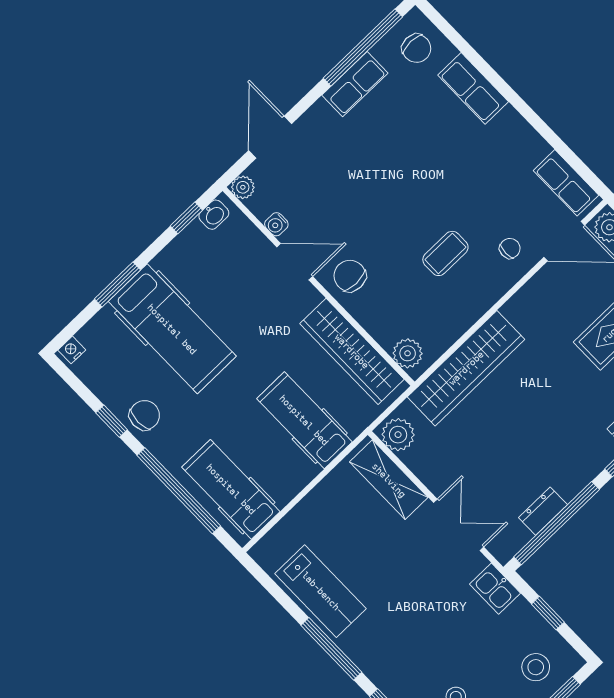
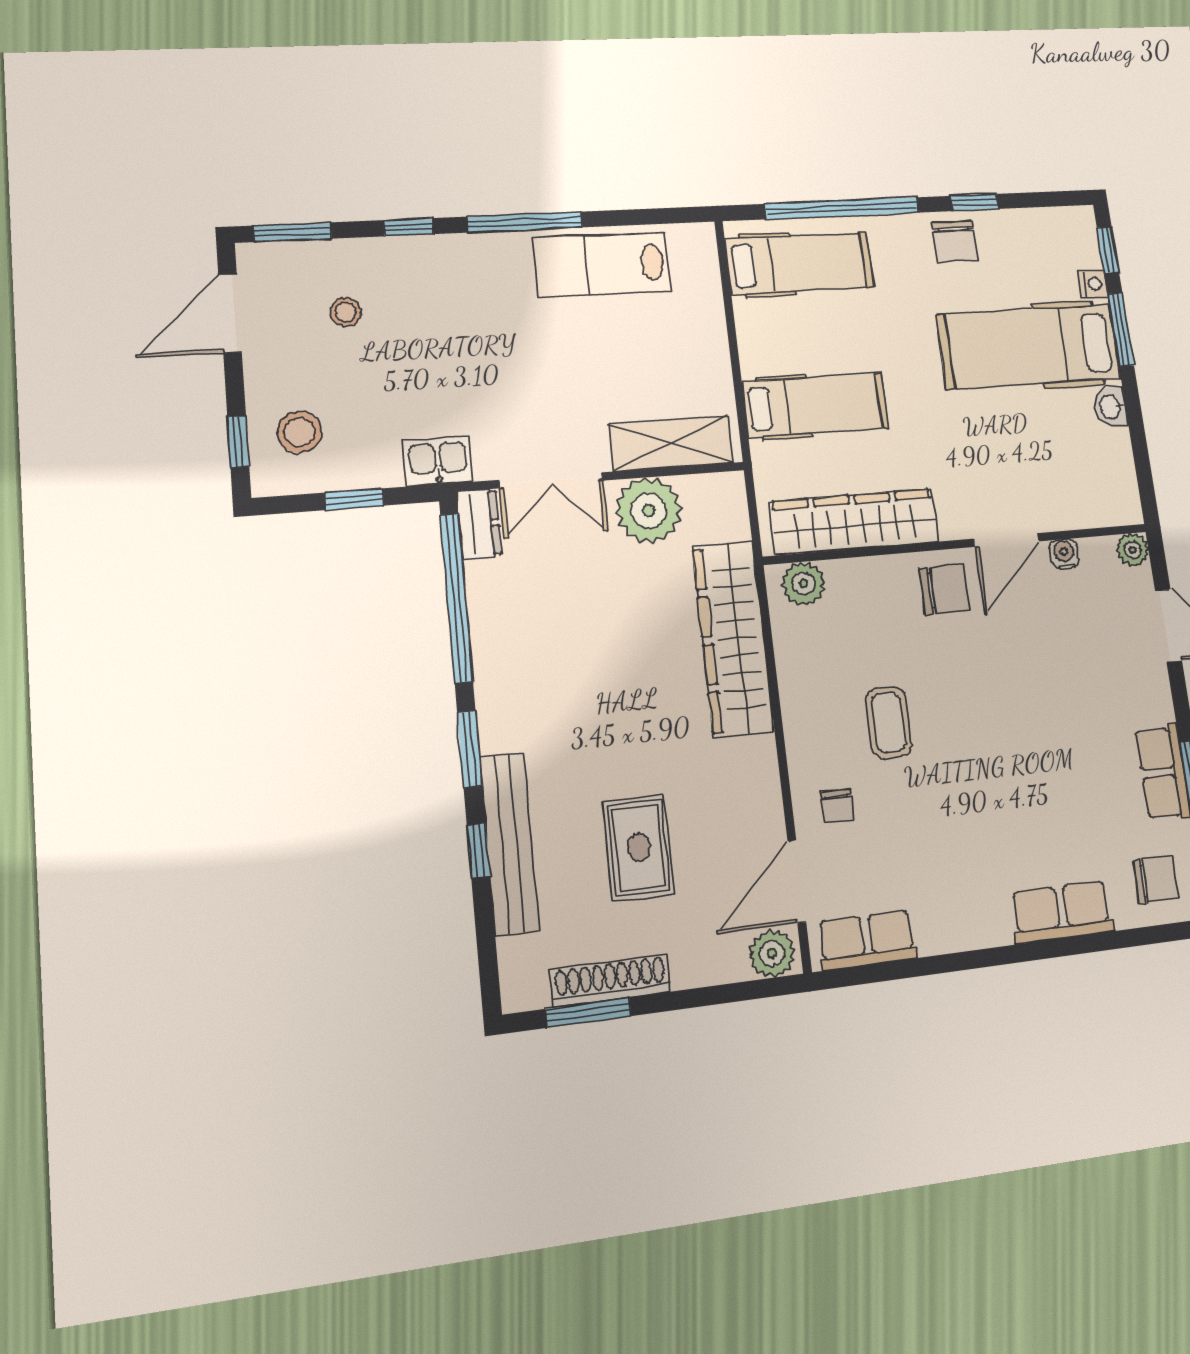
chair: (417, 48) -> (1156, 880), turned 180
washbasin: (214, 215) -> (1111, 406), moved
window: (186, 218) -> (1108, 250), moved
nightstand: (72, 350) -> (1093, 284), moved
plant: (398, 435) -> (649, 510), moved, width x1.36, depth x1.36
dresser: (543, 511) -> (479, 524), moved

